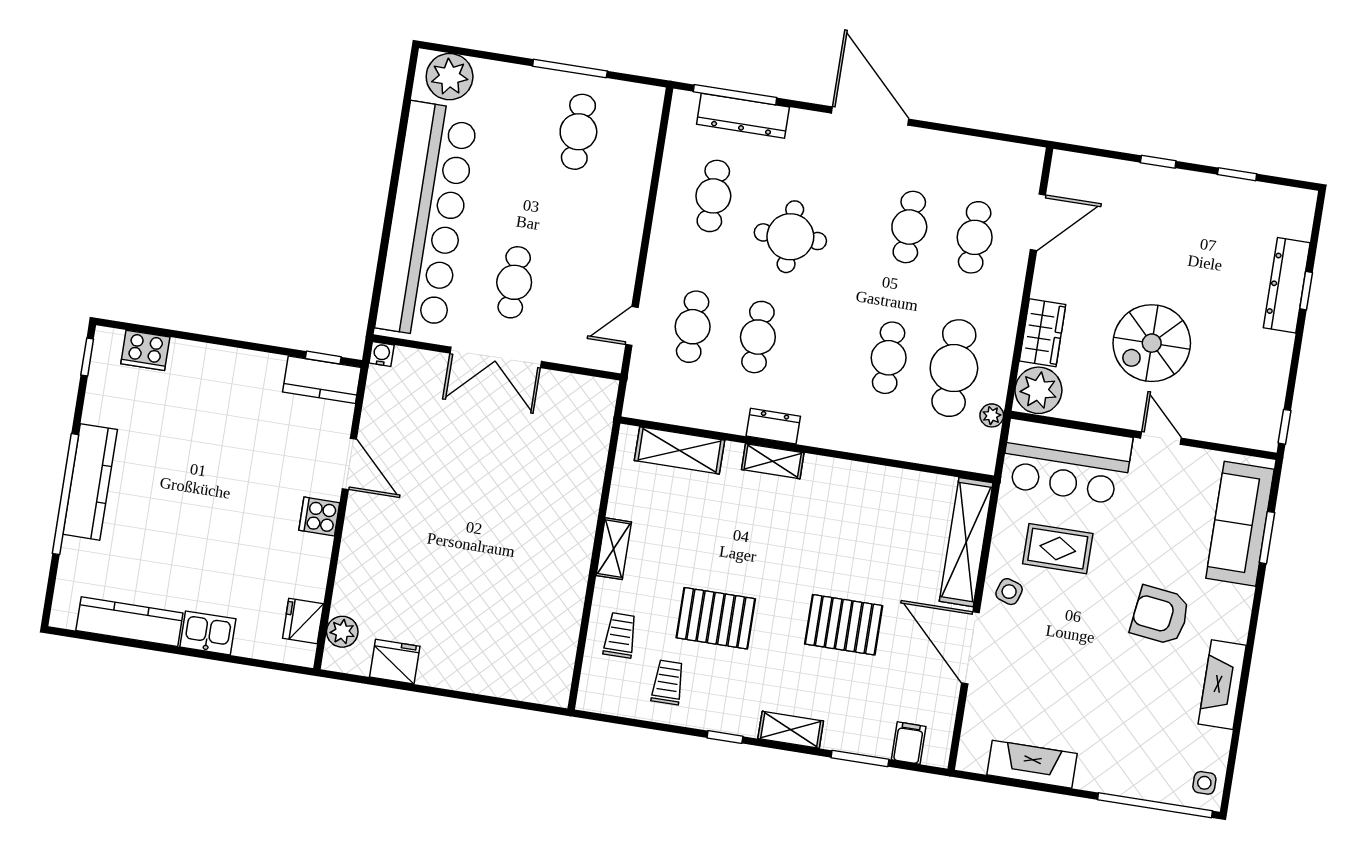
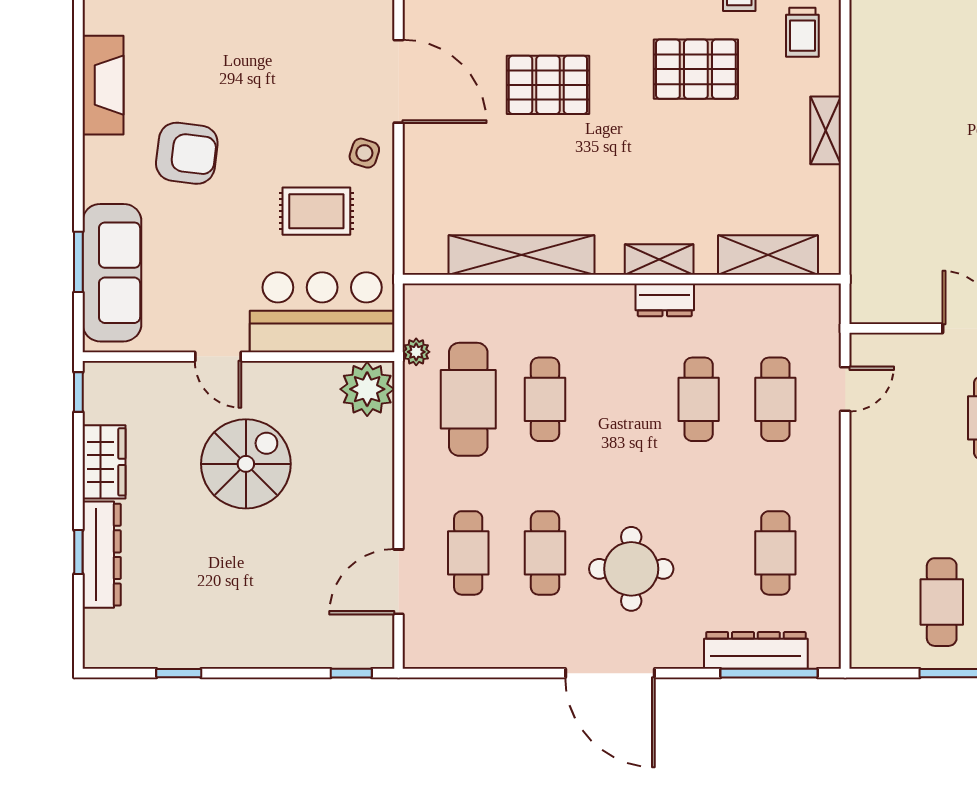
window: (1158, 162) -> (351, 673), moved
round table: (790, 237) -> (631, 569), moved
wardrobe: (1043, 333) -> (104, 462), moved, turned 180
shelving: (966, 542) -> (522, 255), moved, turned 90

